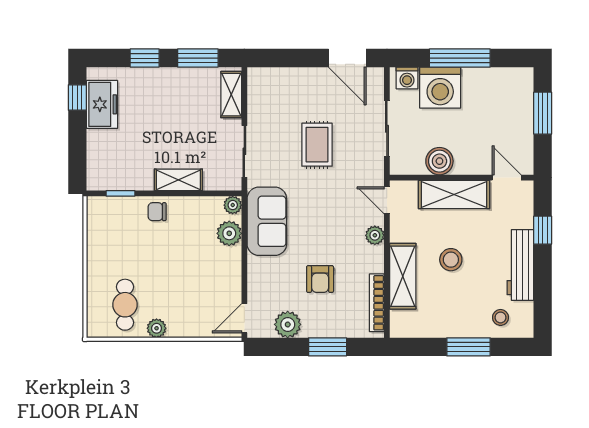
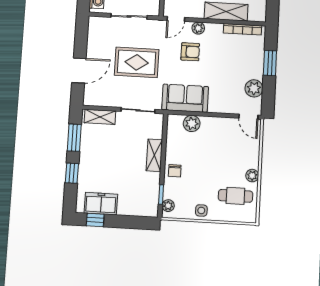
door: (347, 58) -> (79, 70), moved
rug: (317, 145) -> (137, 62), width x1.36, depth x1.43
plant: (233, 205) -> (168, 206), moved
side table: (100, 255) -> (201, 210), added
armchair: (320, 279) -> (190, 52), moved

